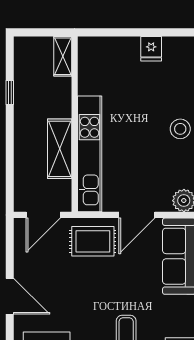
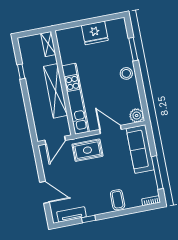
fridge: (151, 49) -> (95, 33), width x1.88, depth x1.34
shelving: (60, 149) -> (55, 91), width x1.47
door: (137, 215) -> (110, 129), swing flipped

